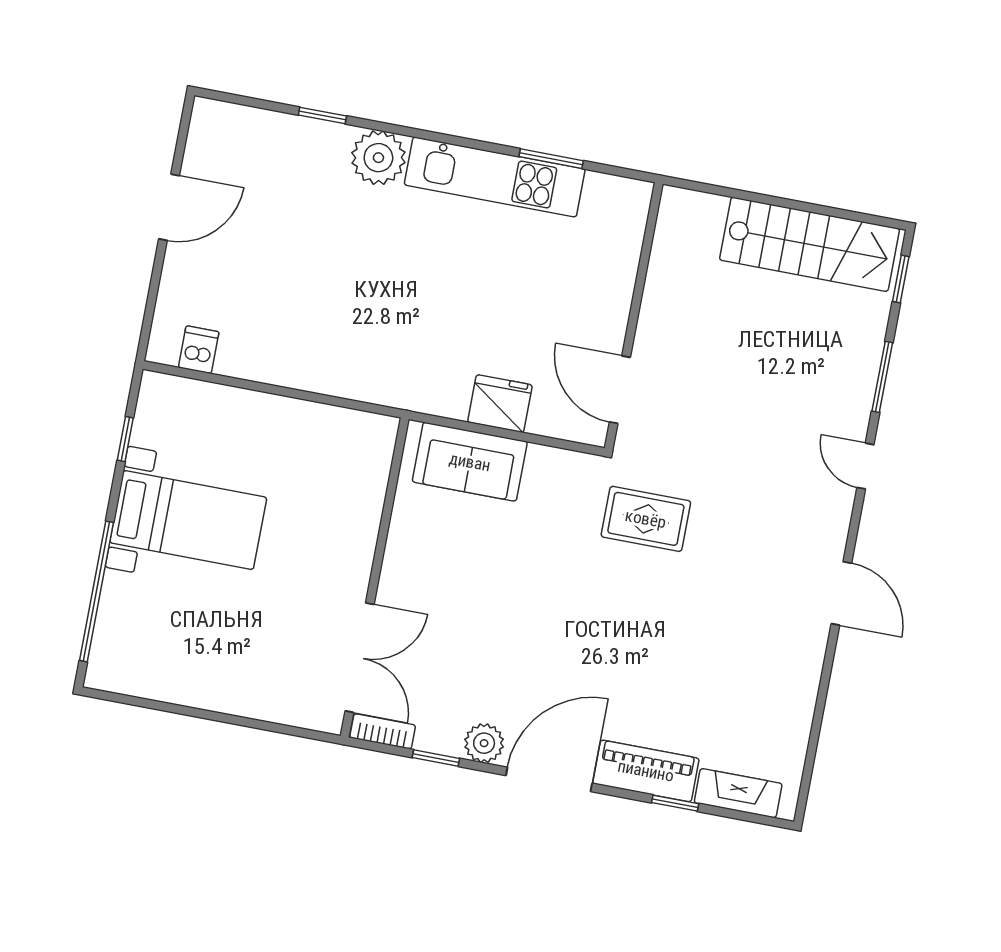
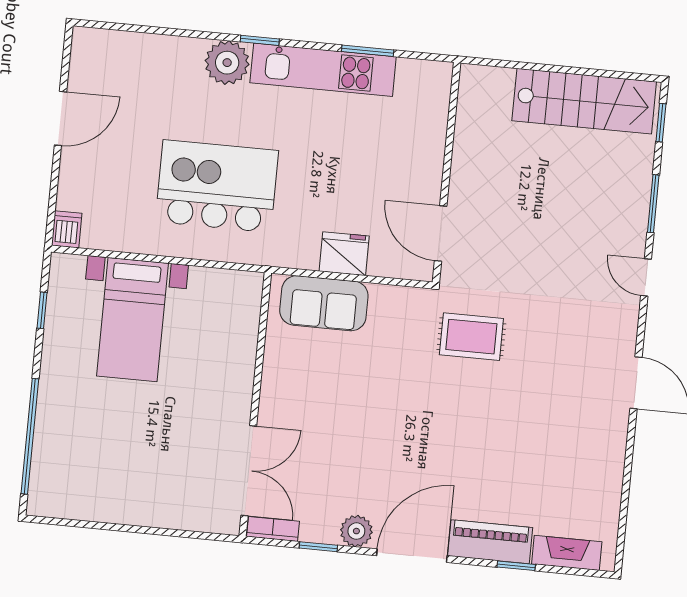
window: (322, 115) -> (260, 40), moved
kitchen island: (352, 307) -> (217, 186), added
dishwasher: (199, 350) -> (67, 229), moved
bed with nightstands: (188, 520) -> (132, 320), moved, turned 90

